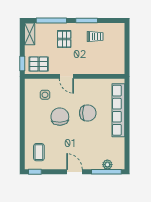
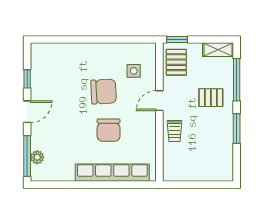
trolley: (95, 36) -> (175, 131), moved
coffee table: (39, 152) -> (54, 63), removed
window: (35, 172) -> (27, 79), moved

